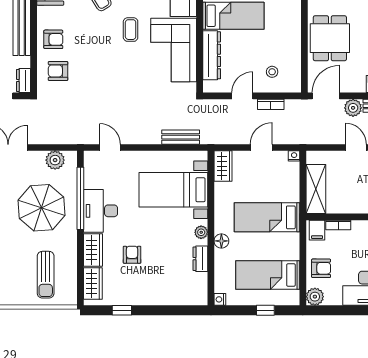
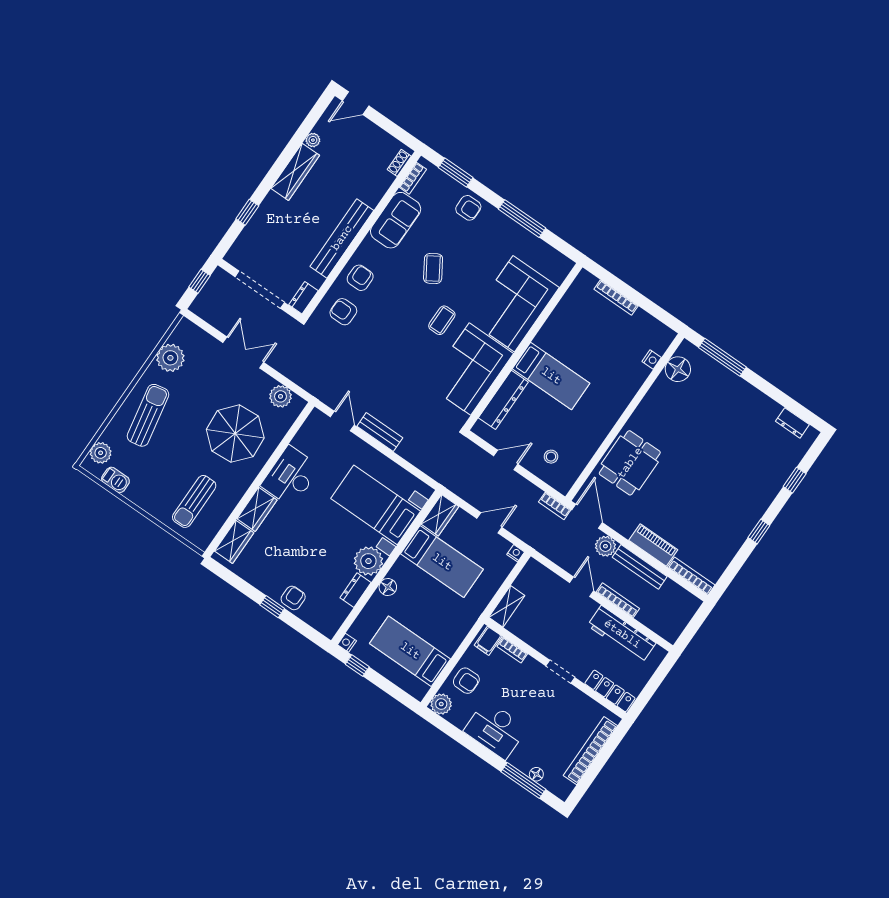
armchair: (53, 39) -> (360, 278), turned -90
door: (326, 96) -> (587, 516), hinge flipped
bookcase: (271, 104) -> (555, 506), moved
bench: (181, 137) -> (380, 432), moved
shelving: (316, 189) -> (507, 606), width x0.67, depth x0.75
window: (80, 198) -> (279, 451), removed
bed: (267, 217) -> (442, 562), moved, turned 180
plant: (201, 232) -> (368, 561), width x1.87, depth x1.87
armchair: (132, 255) -> (293, 598), moved
window: (122, 310) -> (272, 607), moved
window: (265, 310) -> (357, 666), moved

